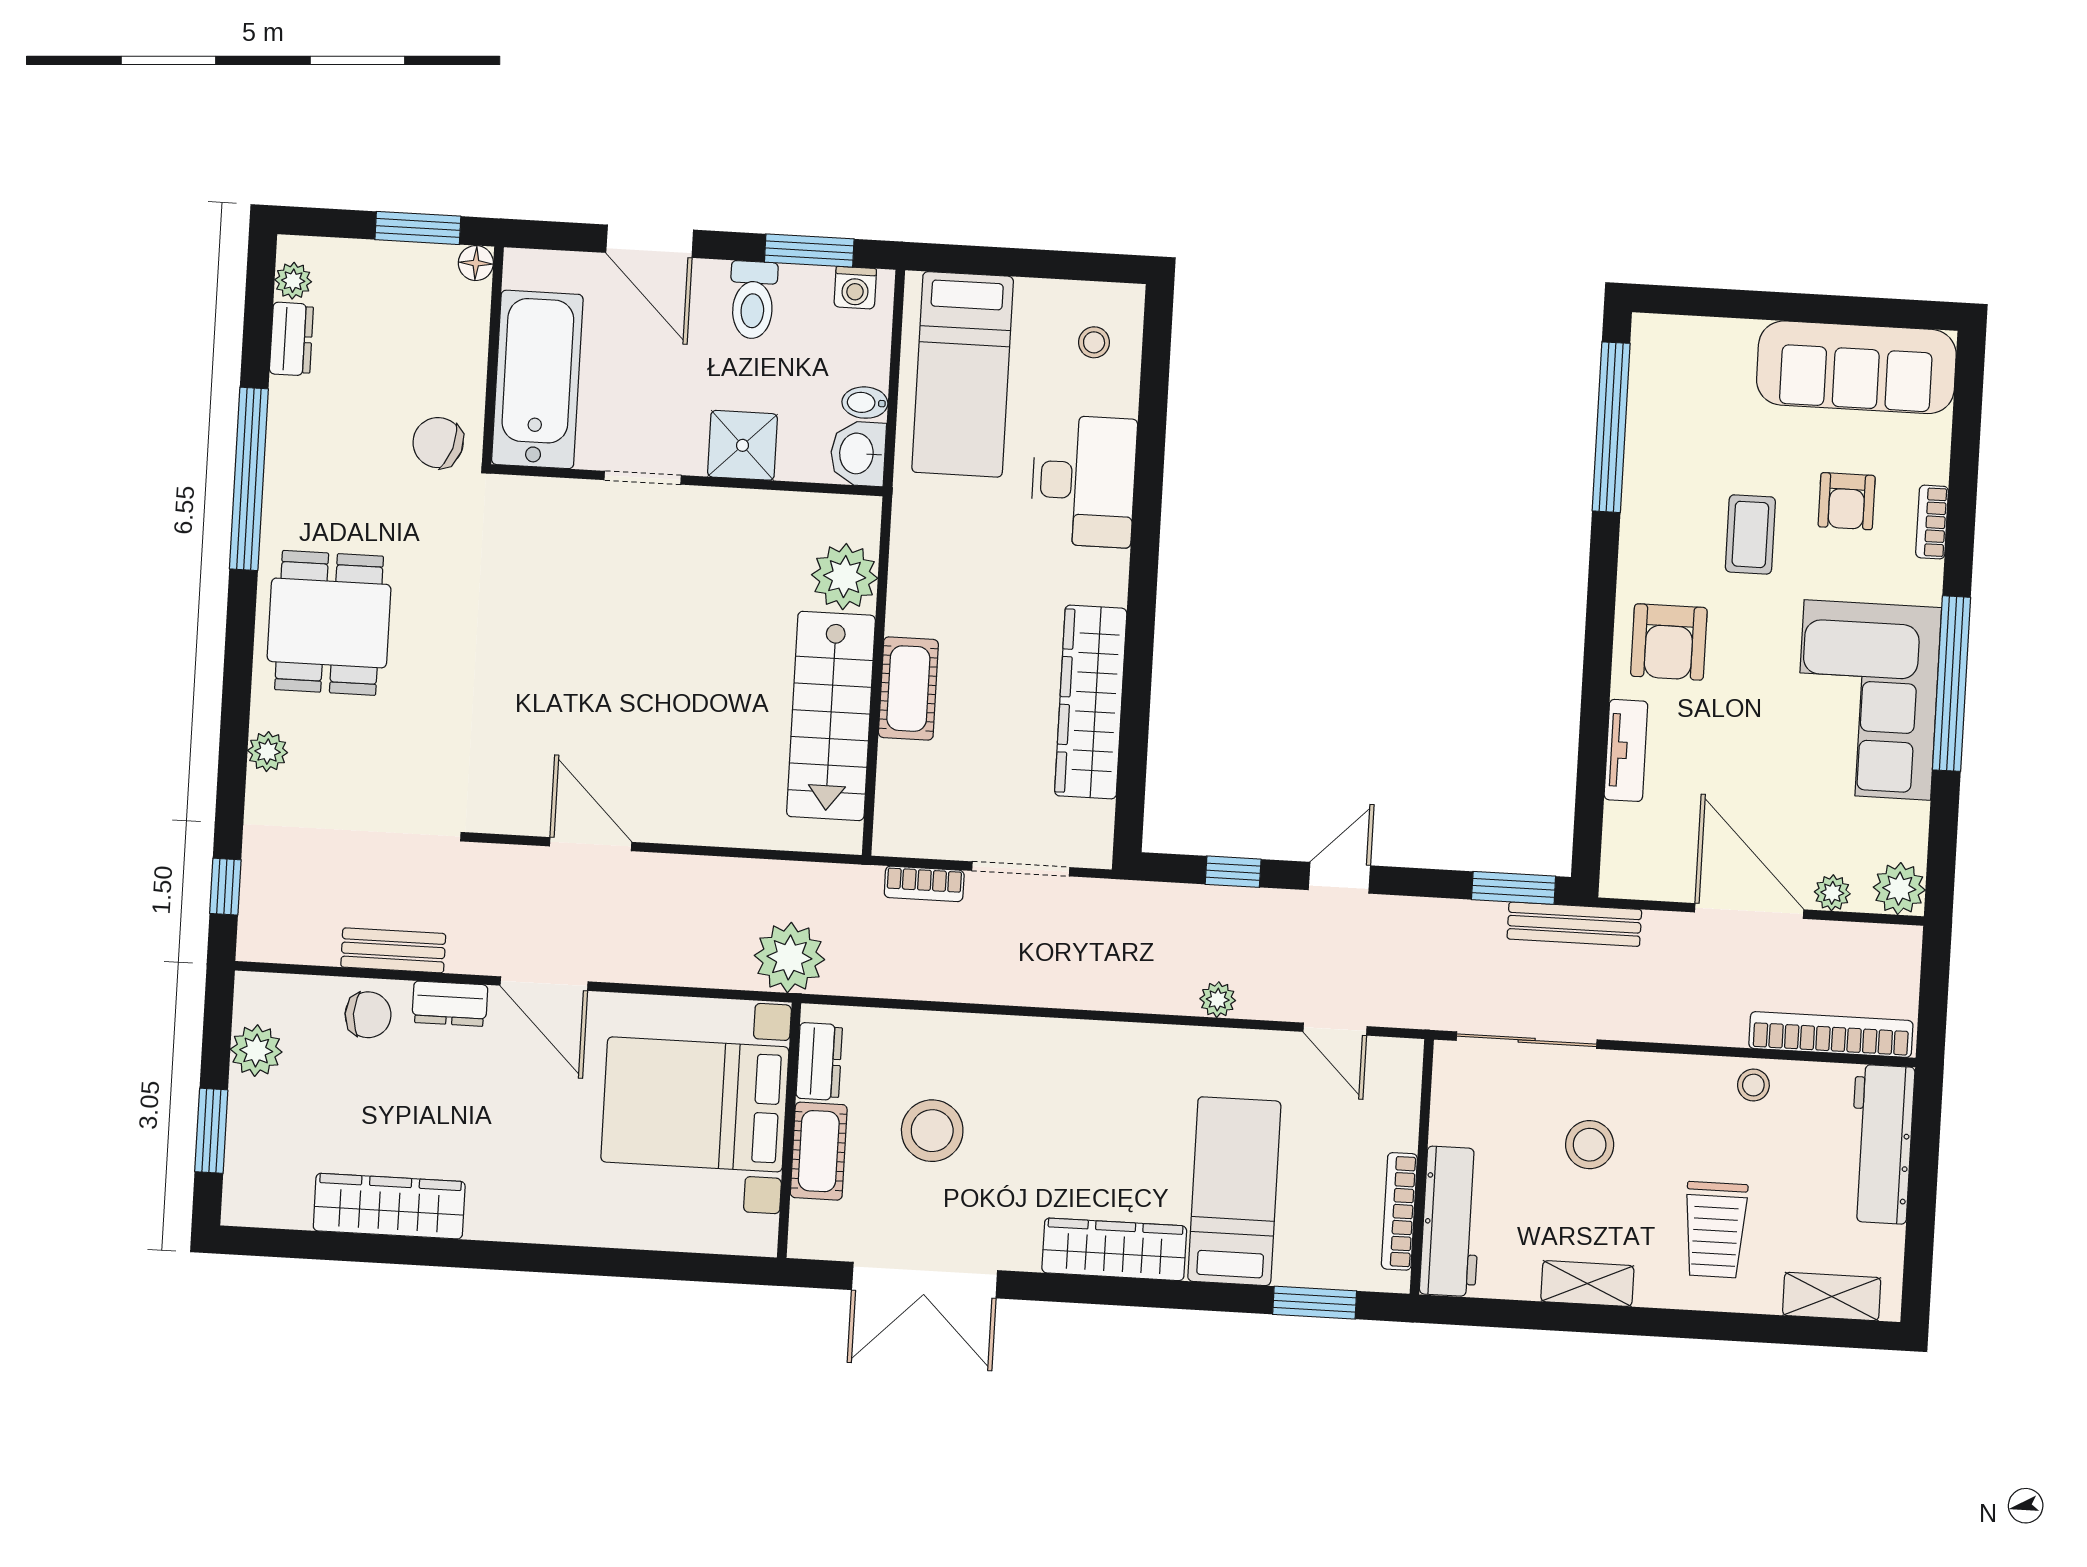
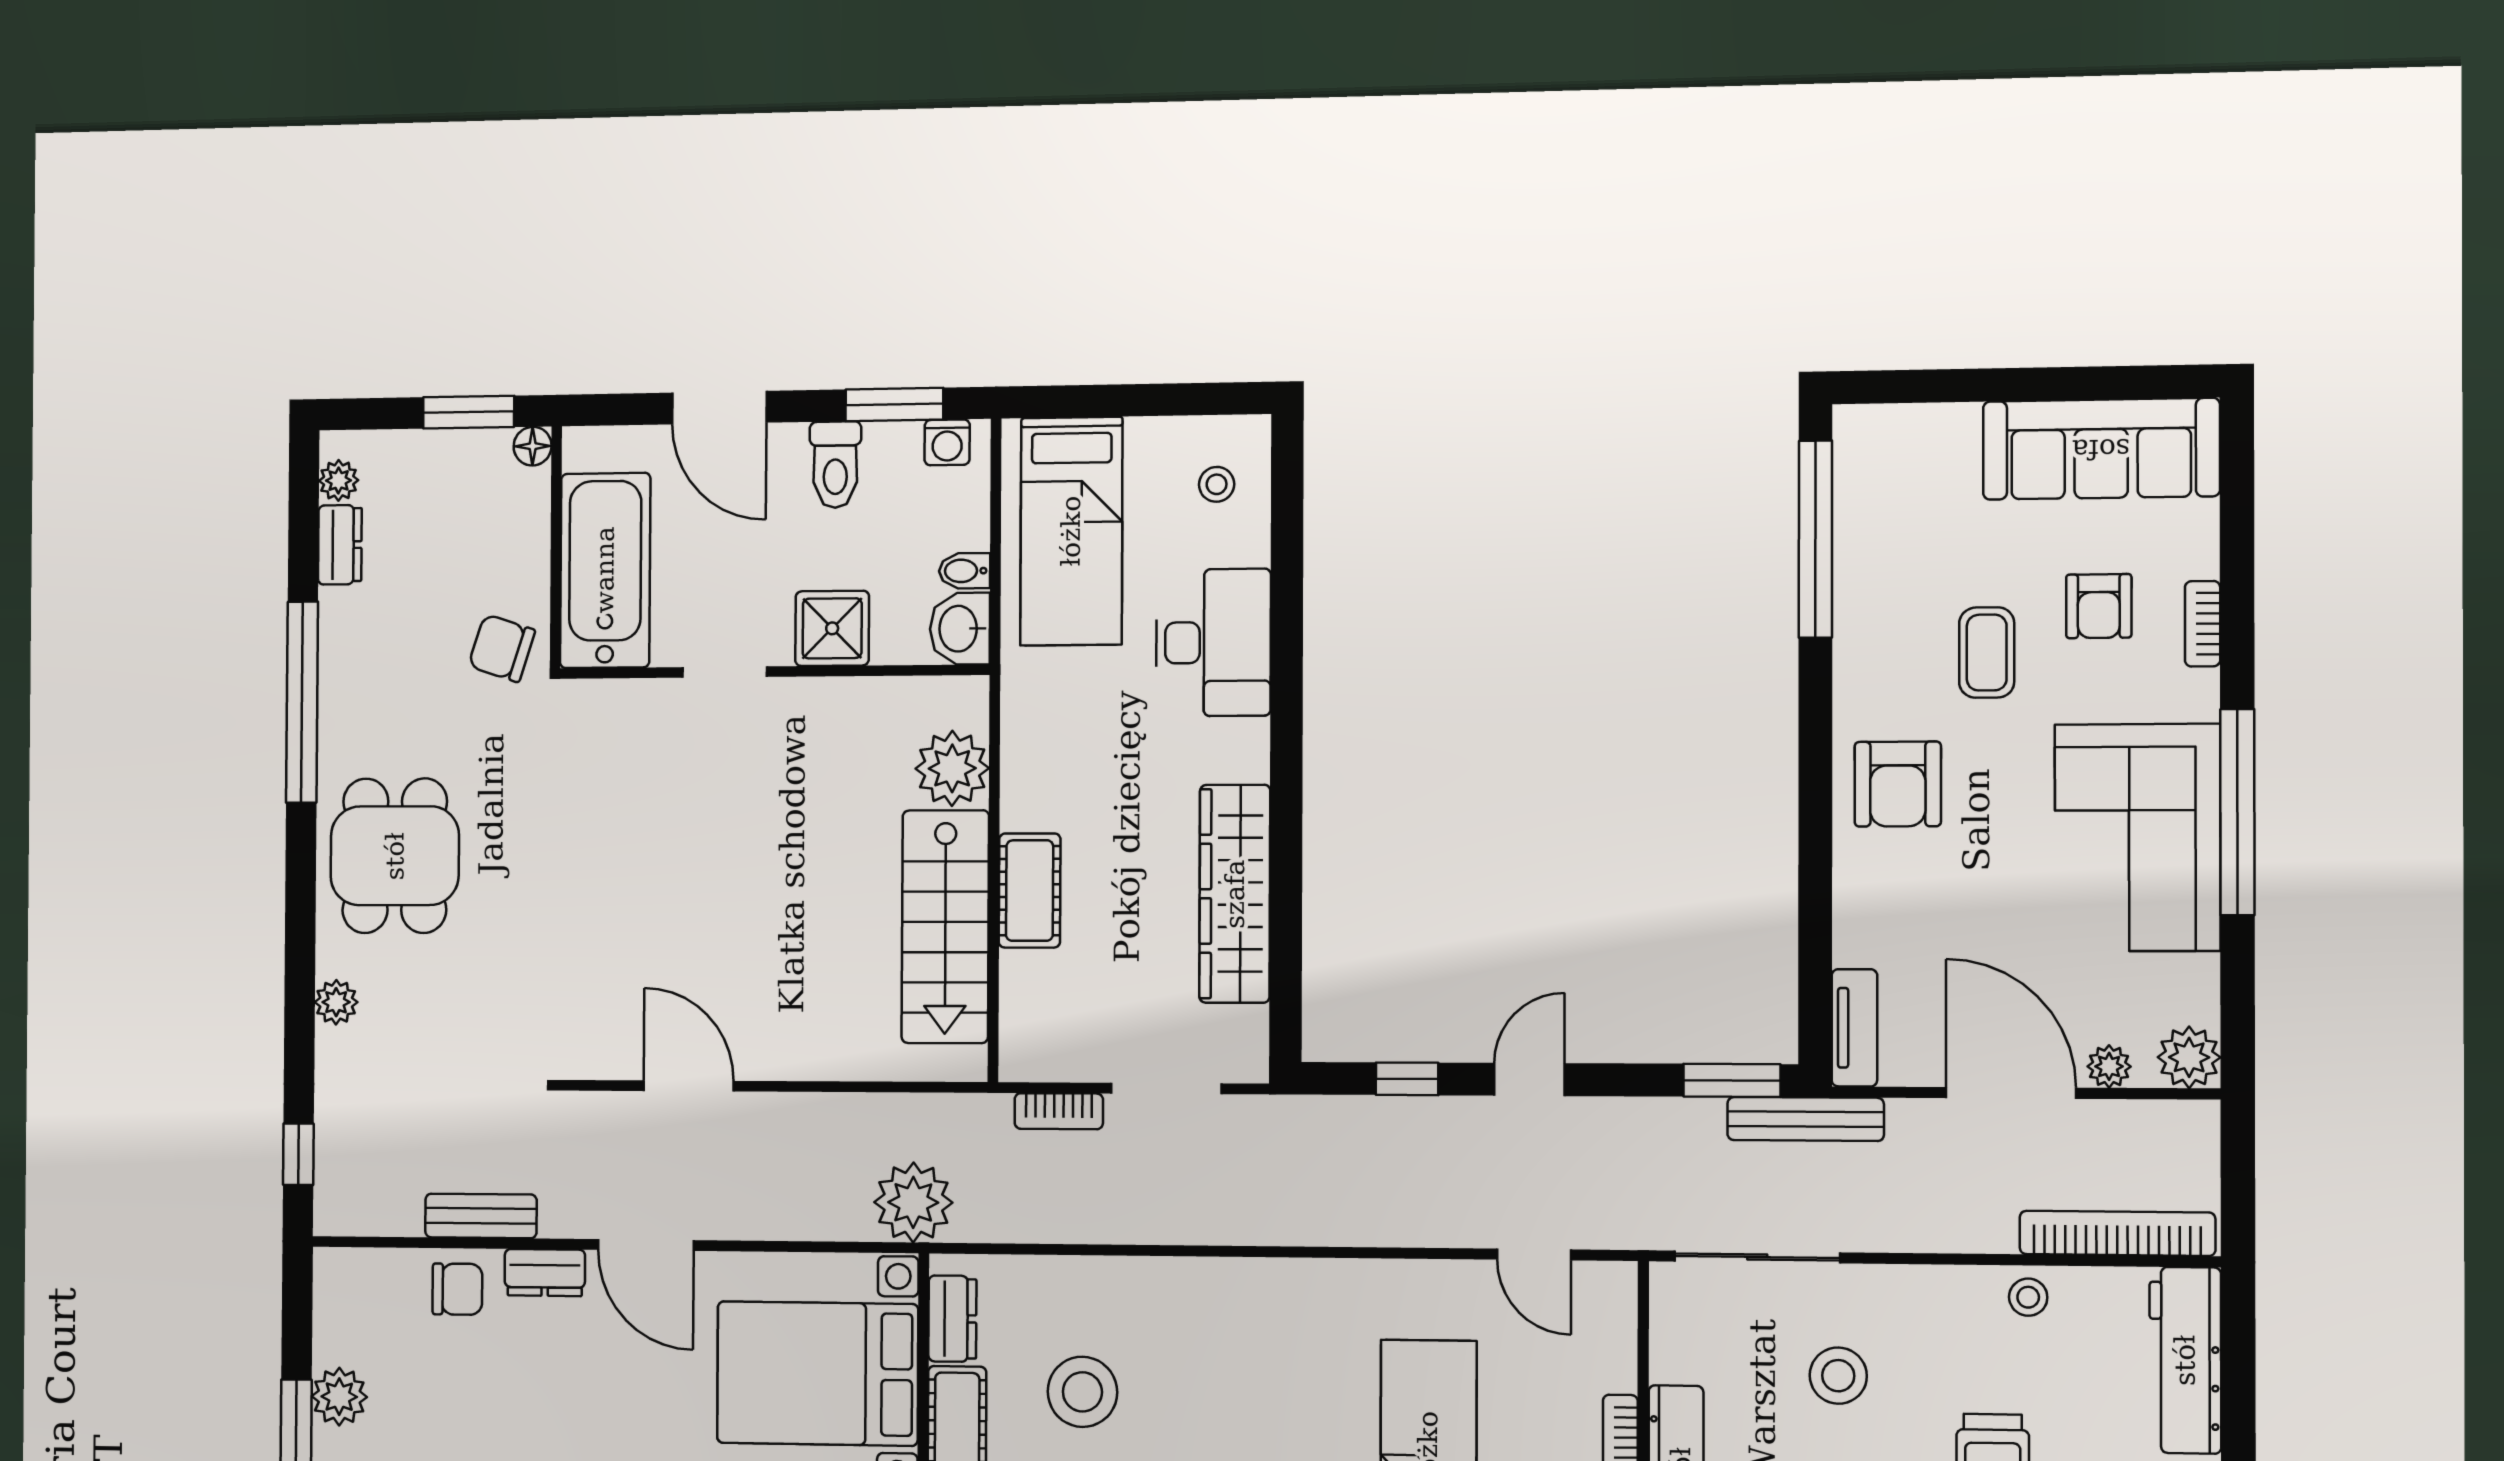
tv unit: (1626, 750) -> (1854, 1028), moved
plant: (1218, 1000) -> (1397, 1227), removed
plant: (256, 1051) -> (339, 1397), moved

